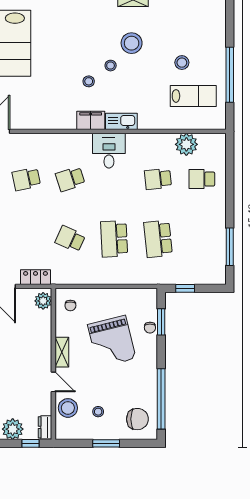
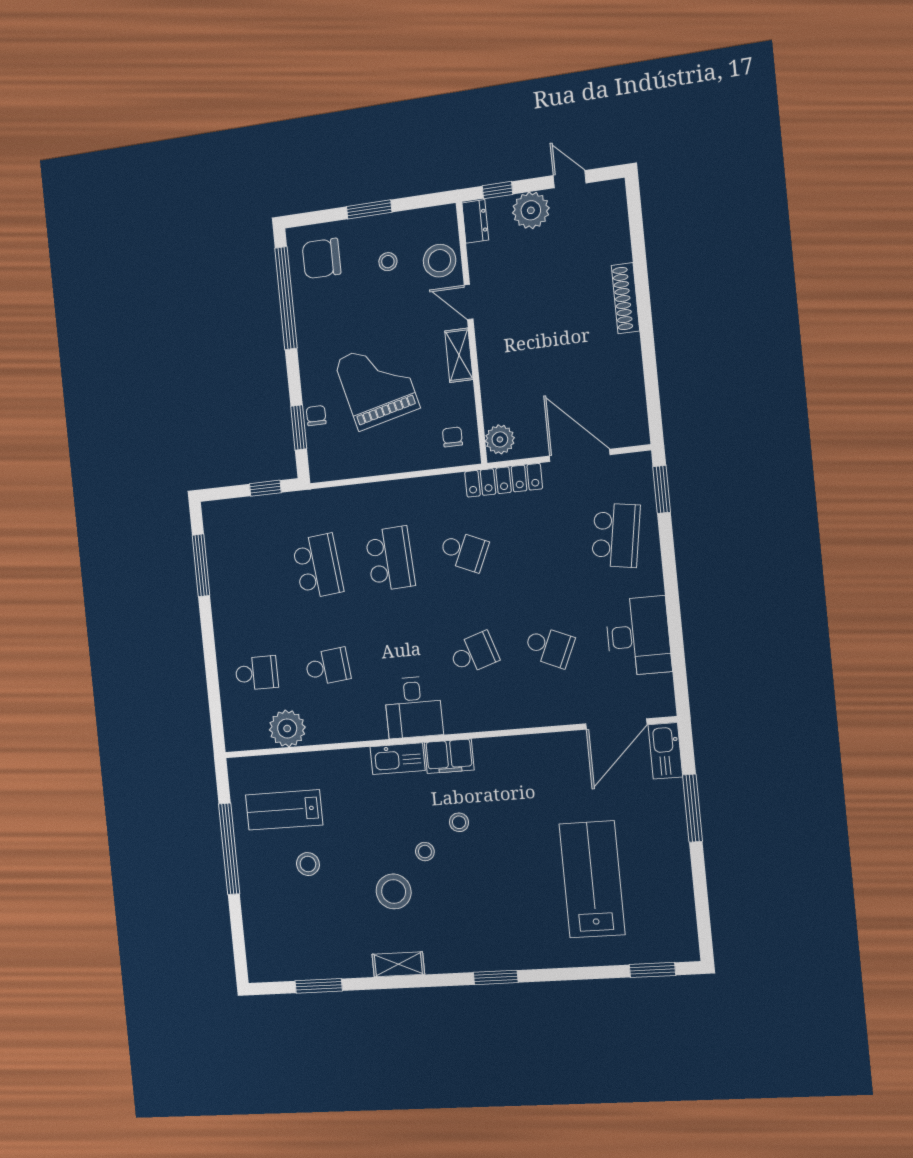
school desk: (26, 179) -> (549, 647), turned 36
locker: (35, 277) -> (503, 480), width x1.53

